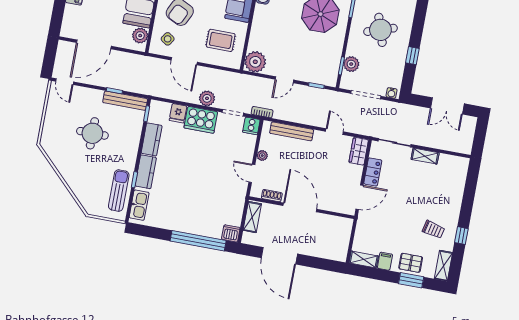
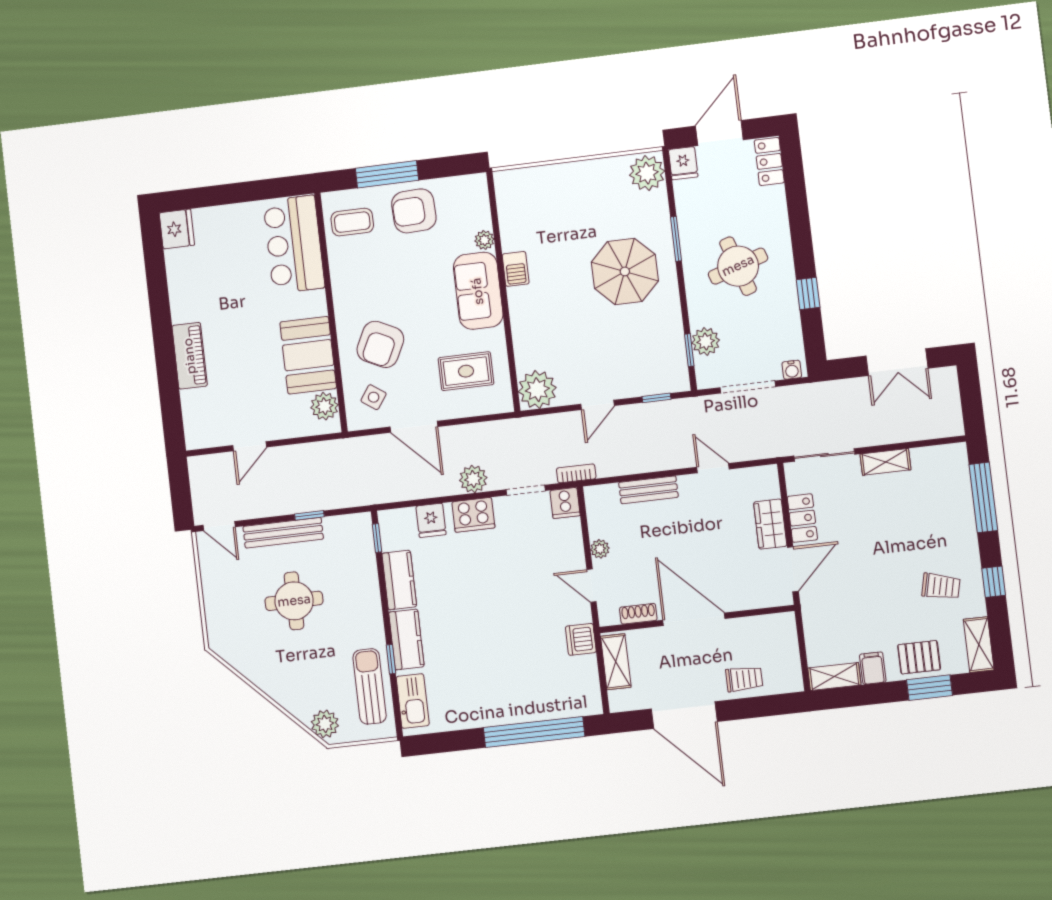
door: (94, 44) -> (250, 446), width x0.53
bench: (125, 101) -> (283, 533), moved
cooker: (201, 120) -> (473, 515), width x0.73, depth x0.76
bench: (292, 131) -> (648, 490), width x0.73
wardrobe: (359, 151) -> (770, 524), moved
window: (470, 190) -> (983, 497), added
plant: (89, 203) -> (325, 724), added
dishwasher: (231, 233) -> (581, 639), moved, turned -90
trolley: (316, 246) -> (744, 679), added

